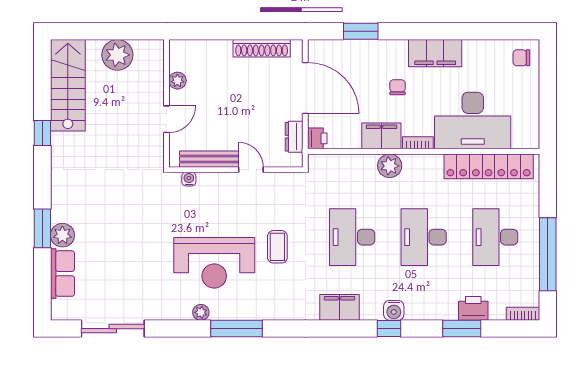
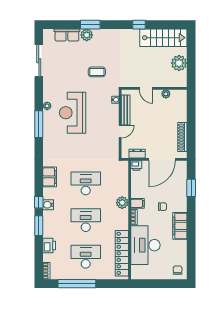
filing cabinet: (381, 136) -> (138, 203), width x0.50
coffee table: (277, 247) -> (97, 72), moved
window: (462, 329) -> (39, 226), moved

